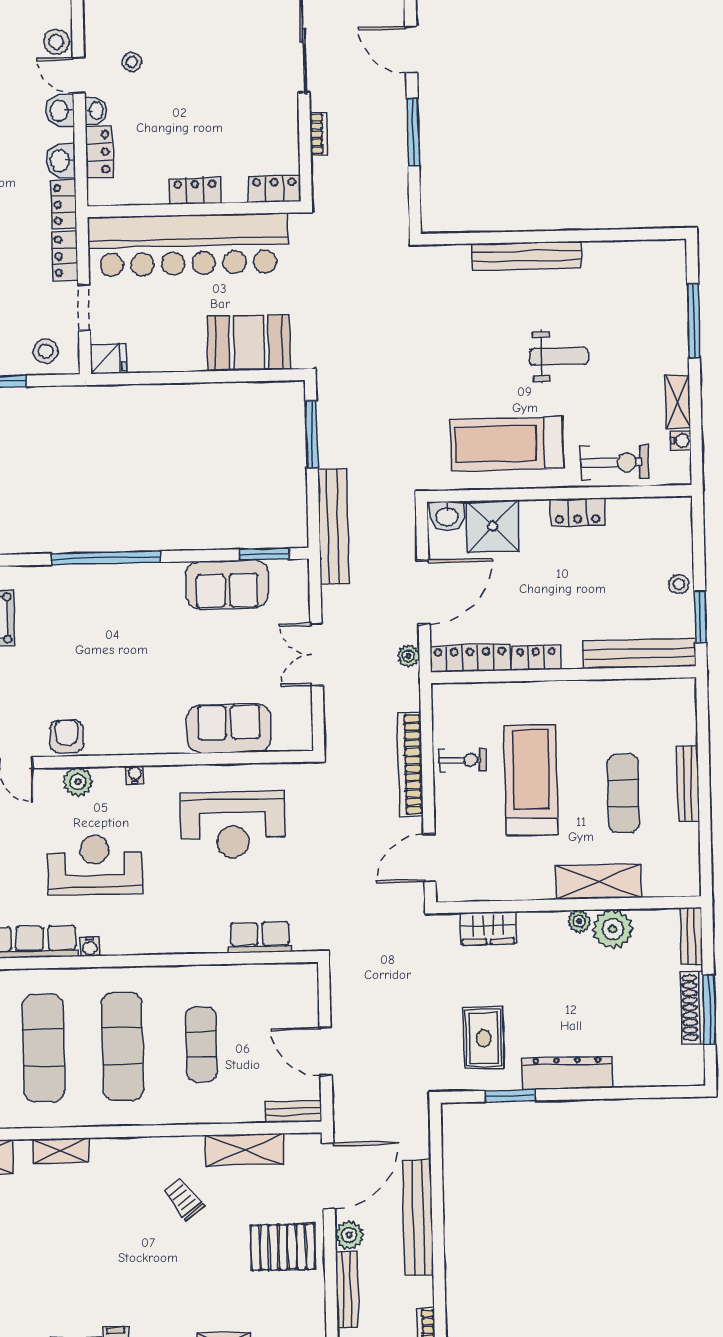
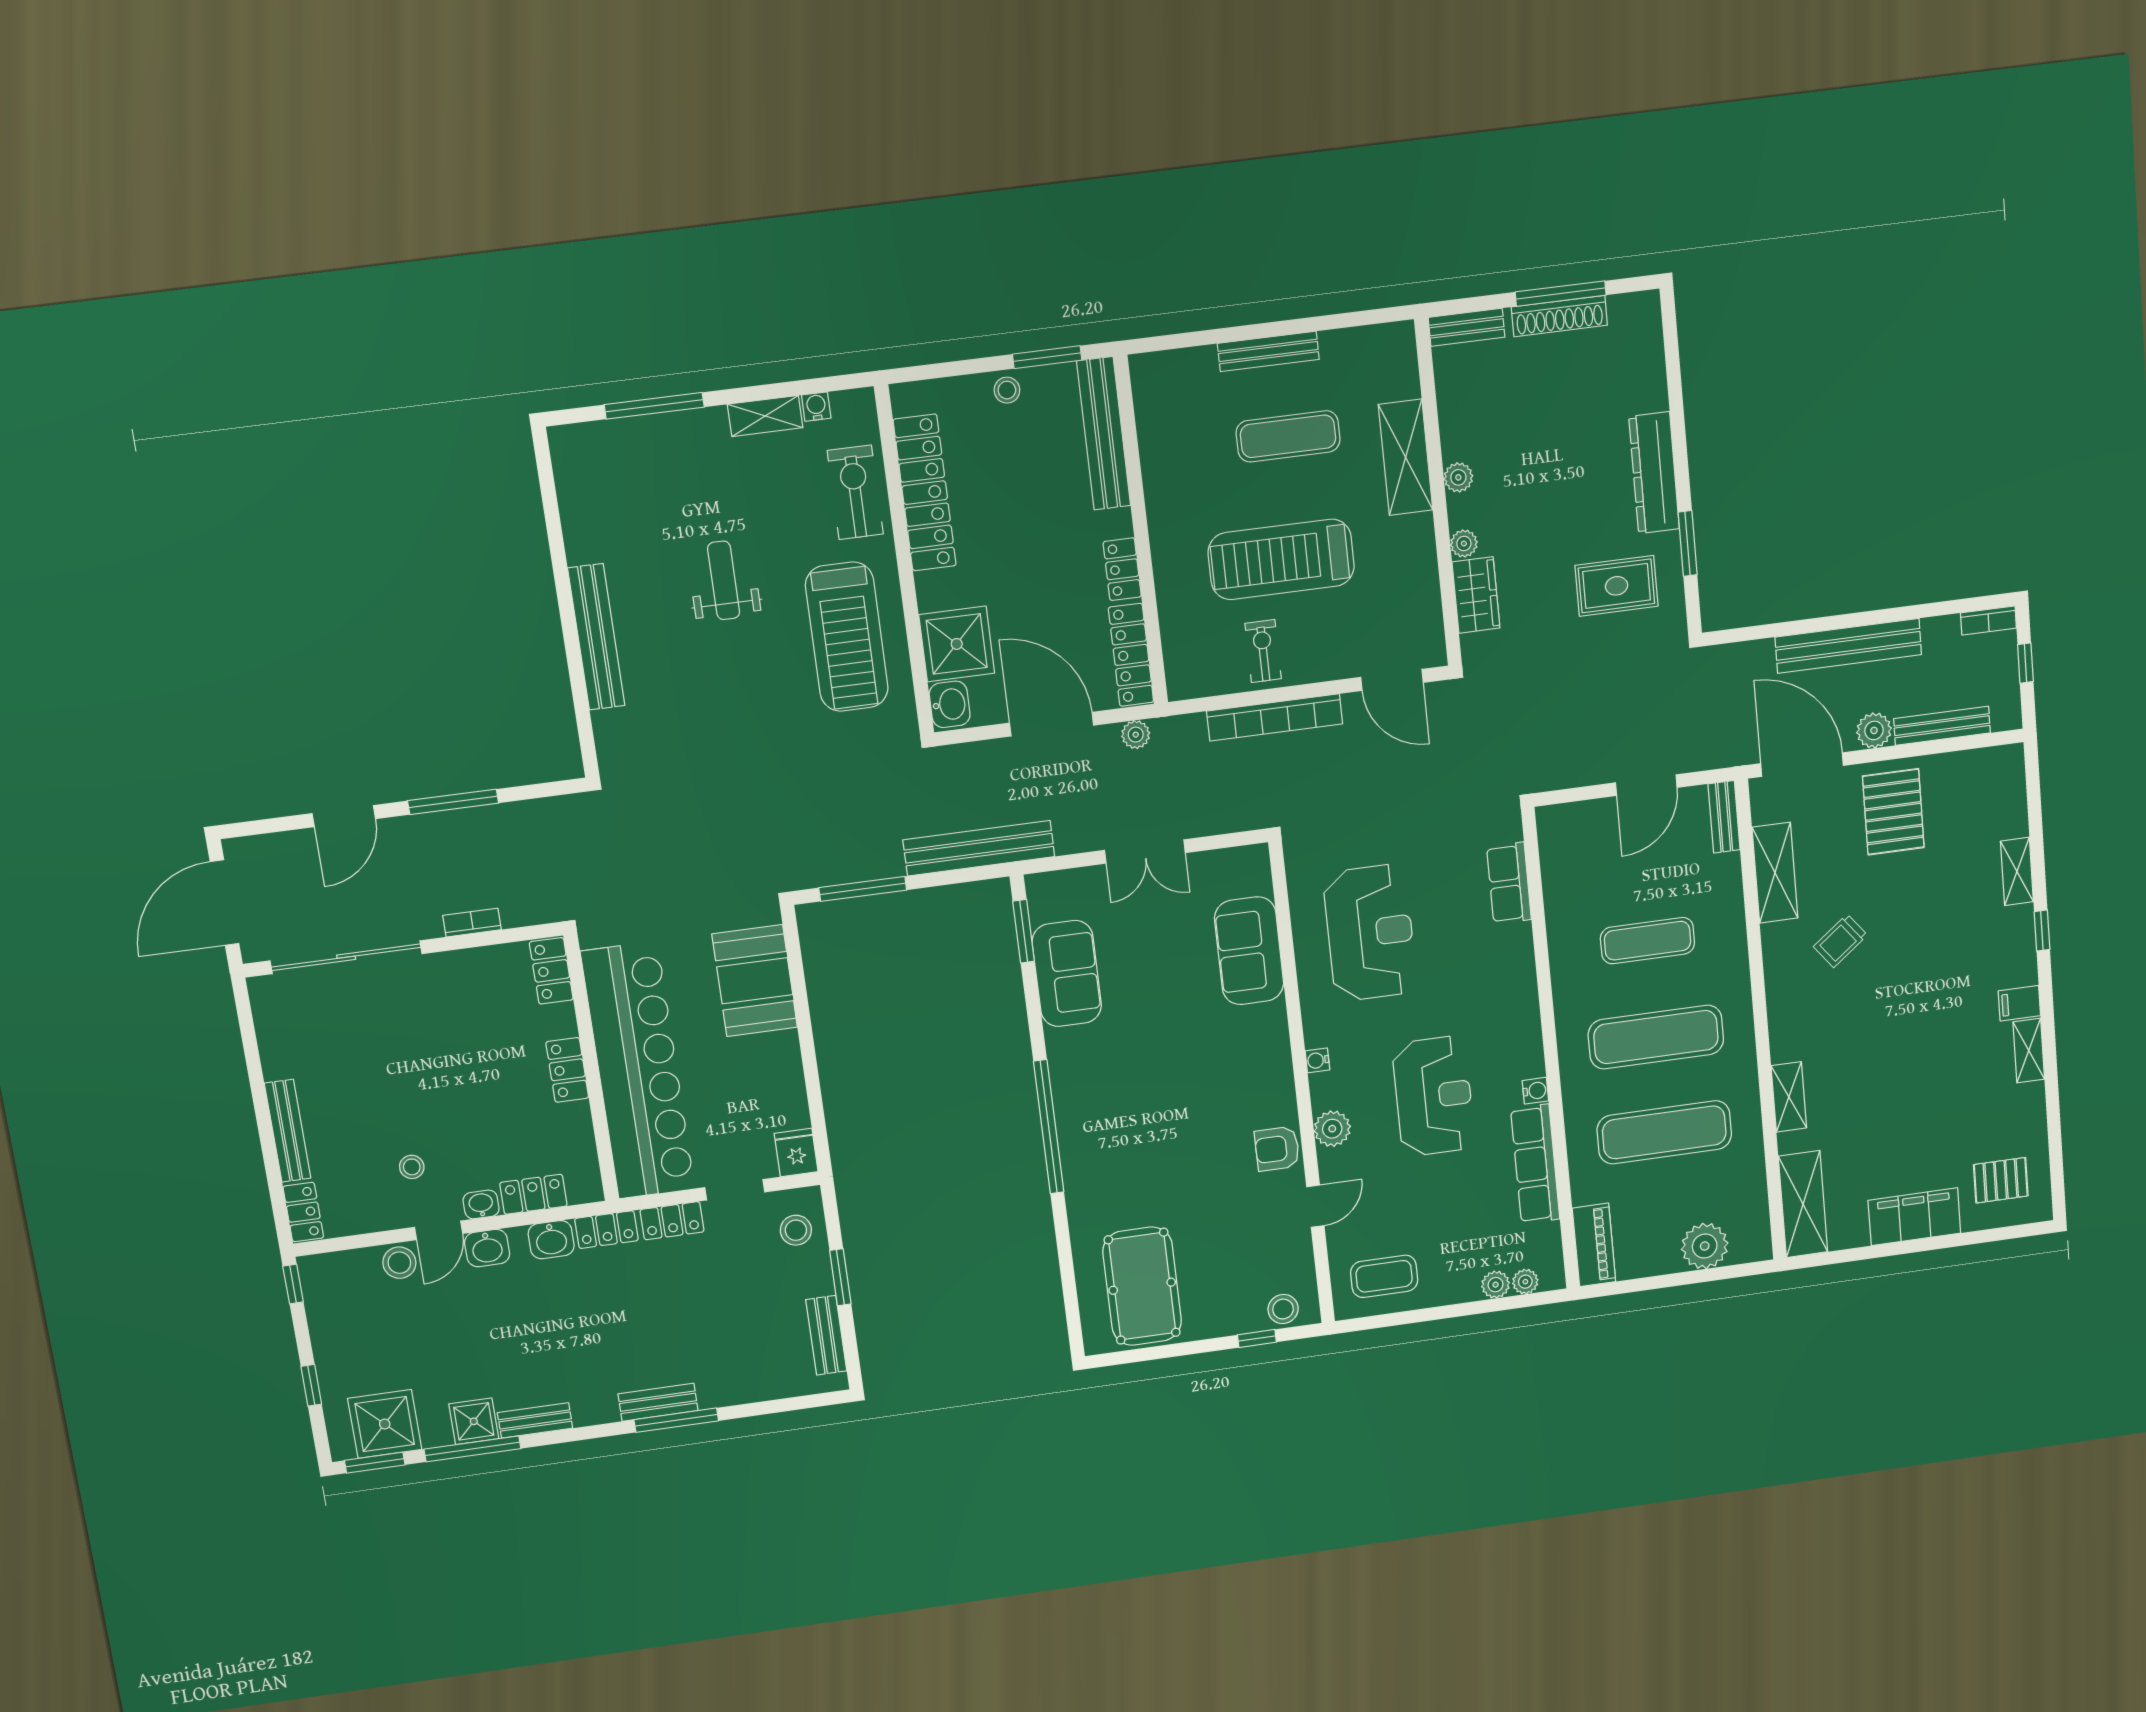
locker: (577, 512) -> (925, 493), width x2.16, depth x1.21
reception desk: (95, 865) -> (1434, 1096), turned 180
plant: (613, 929) -> (1464, 544), moved, width x0.53, depth x0.53

